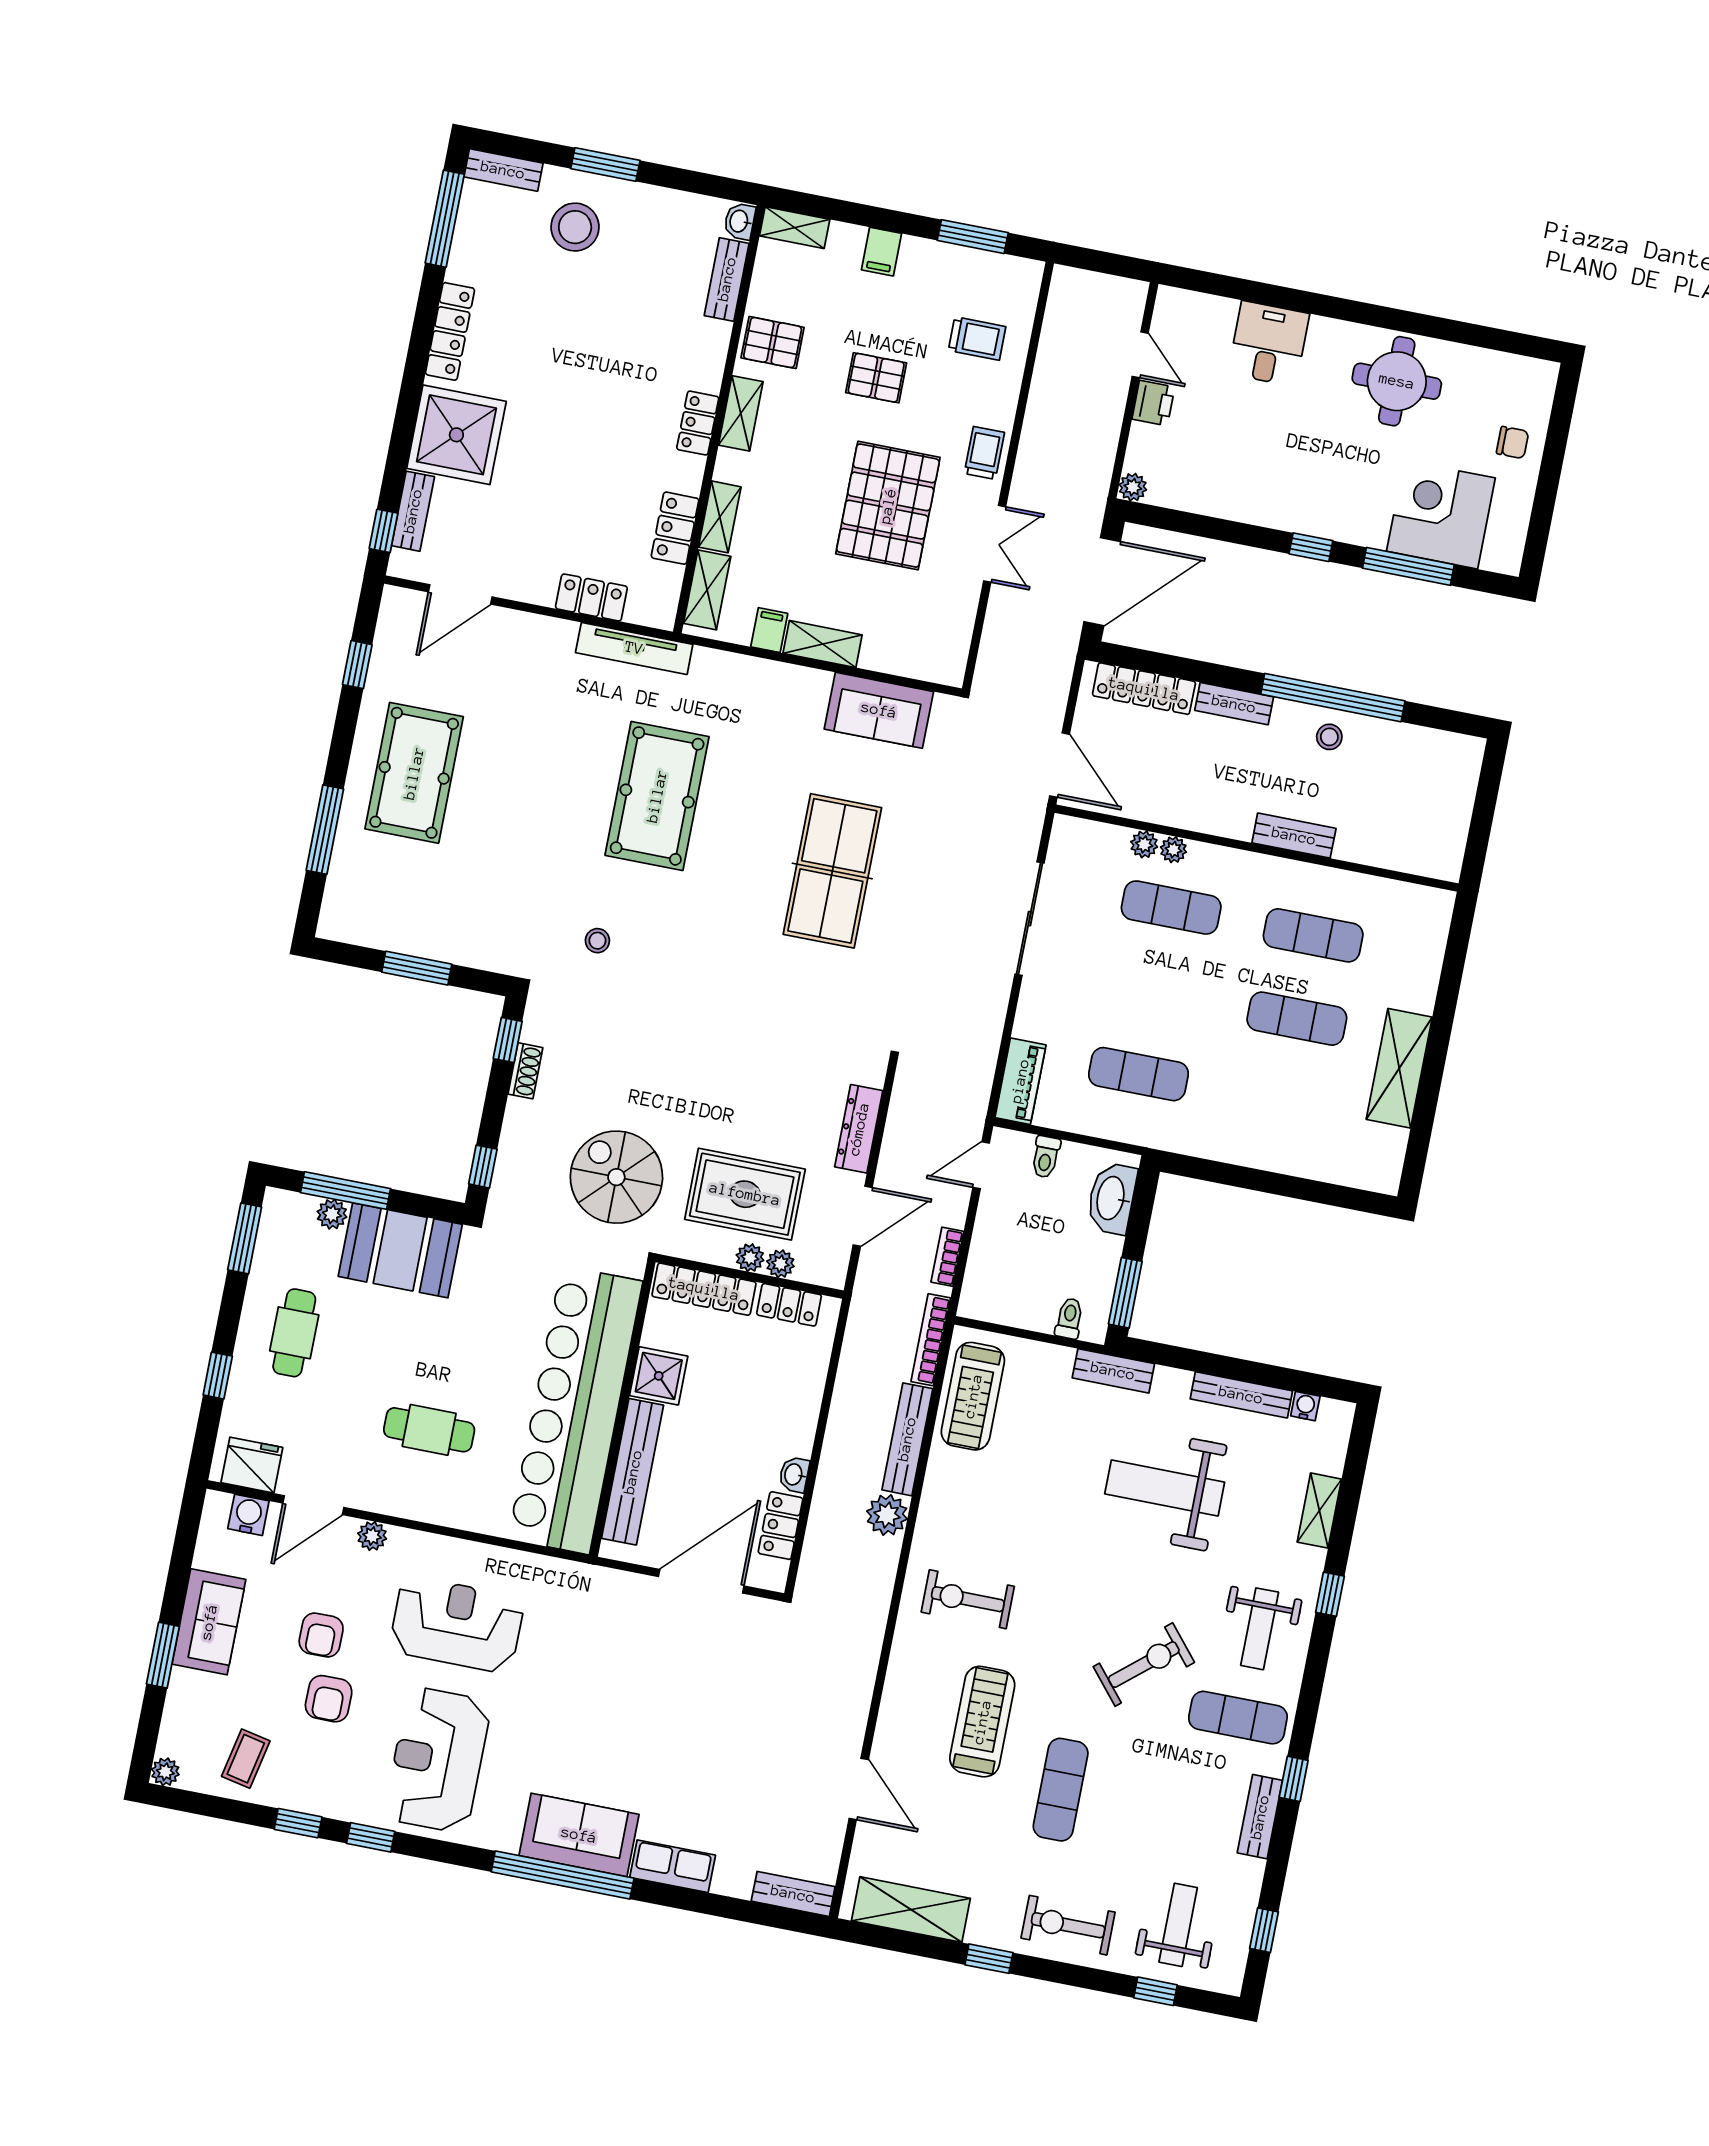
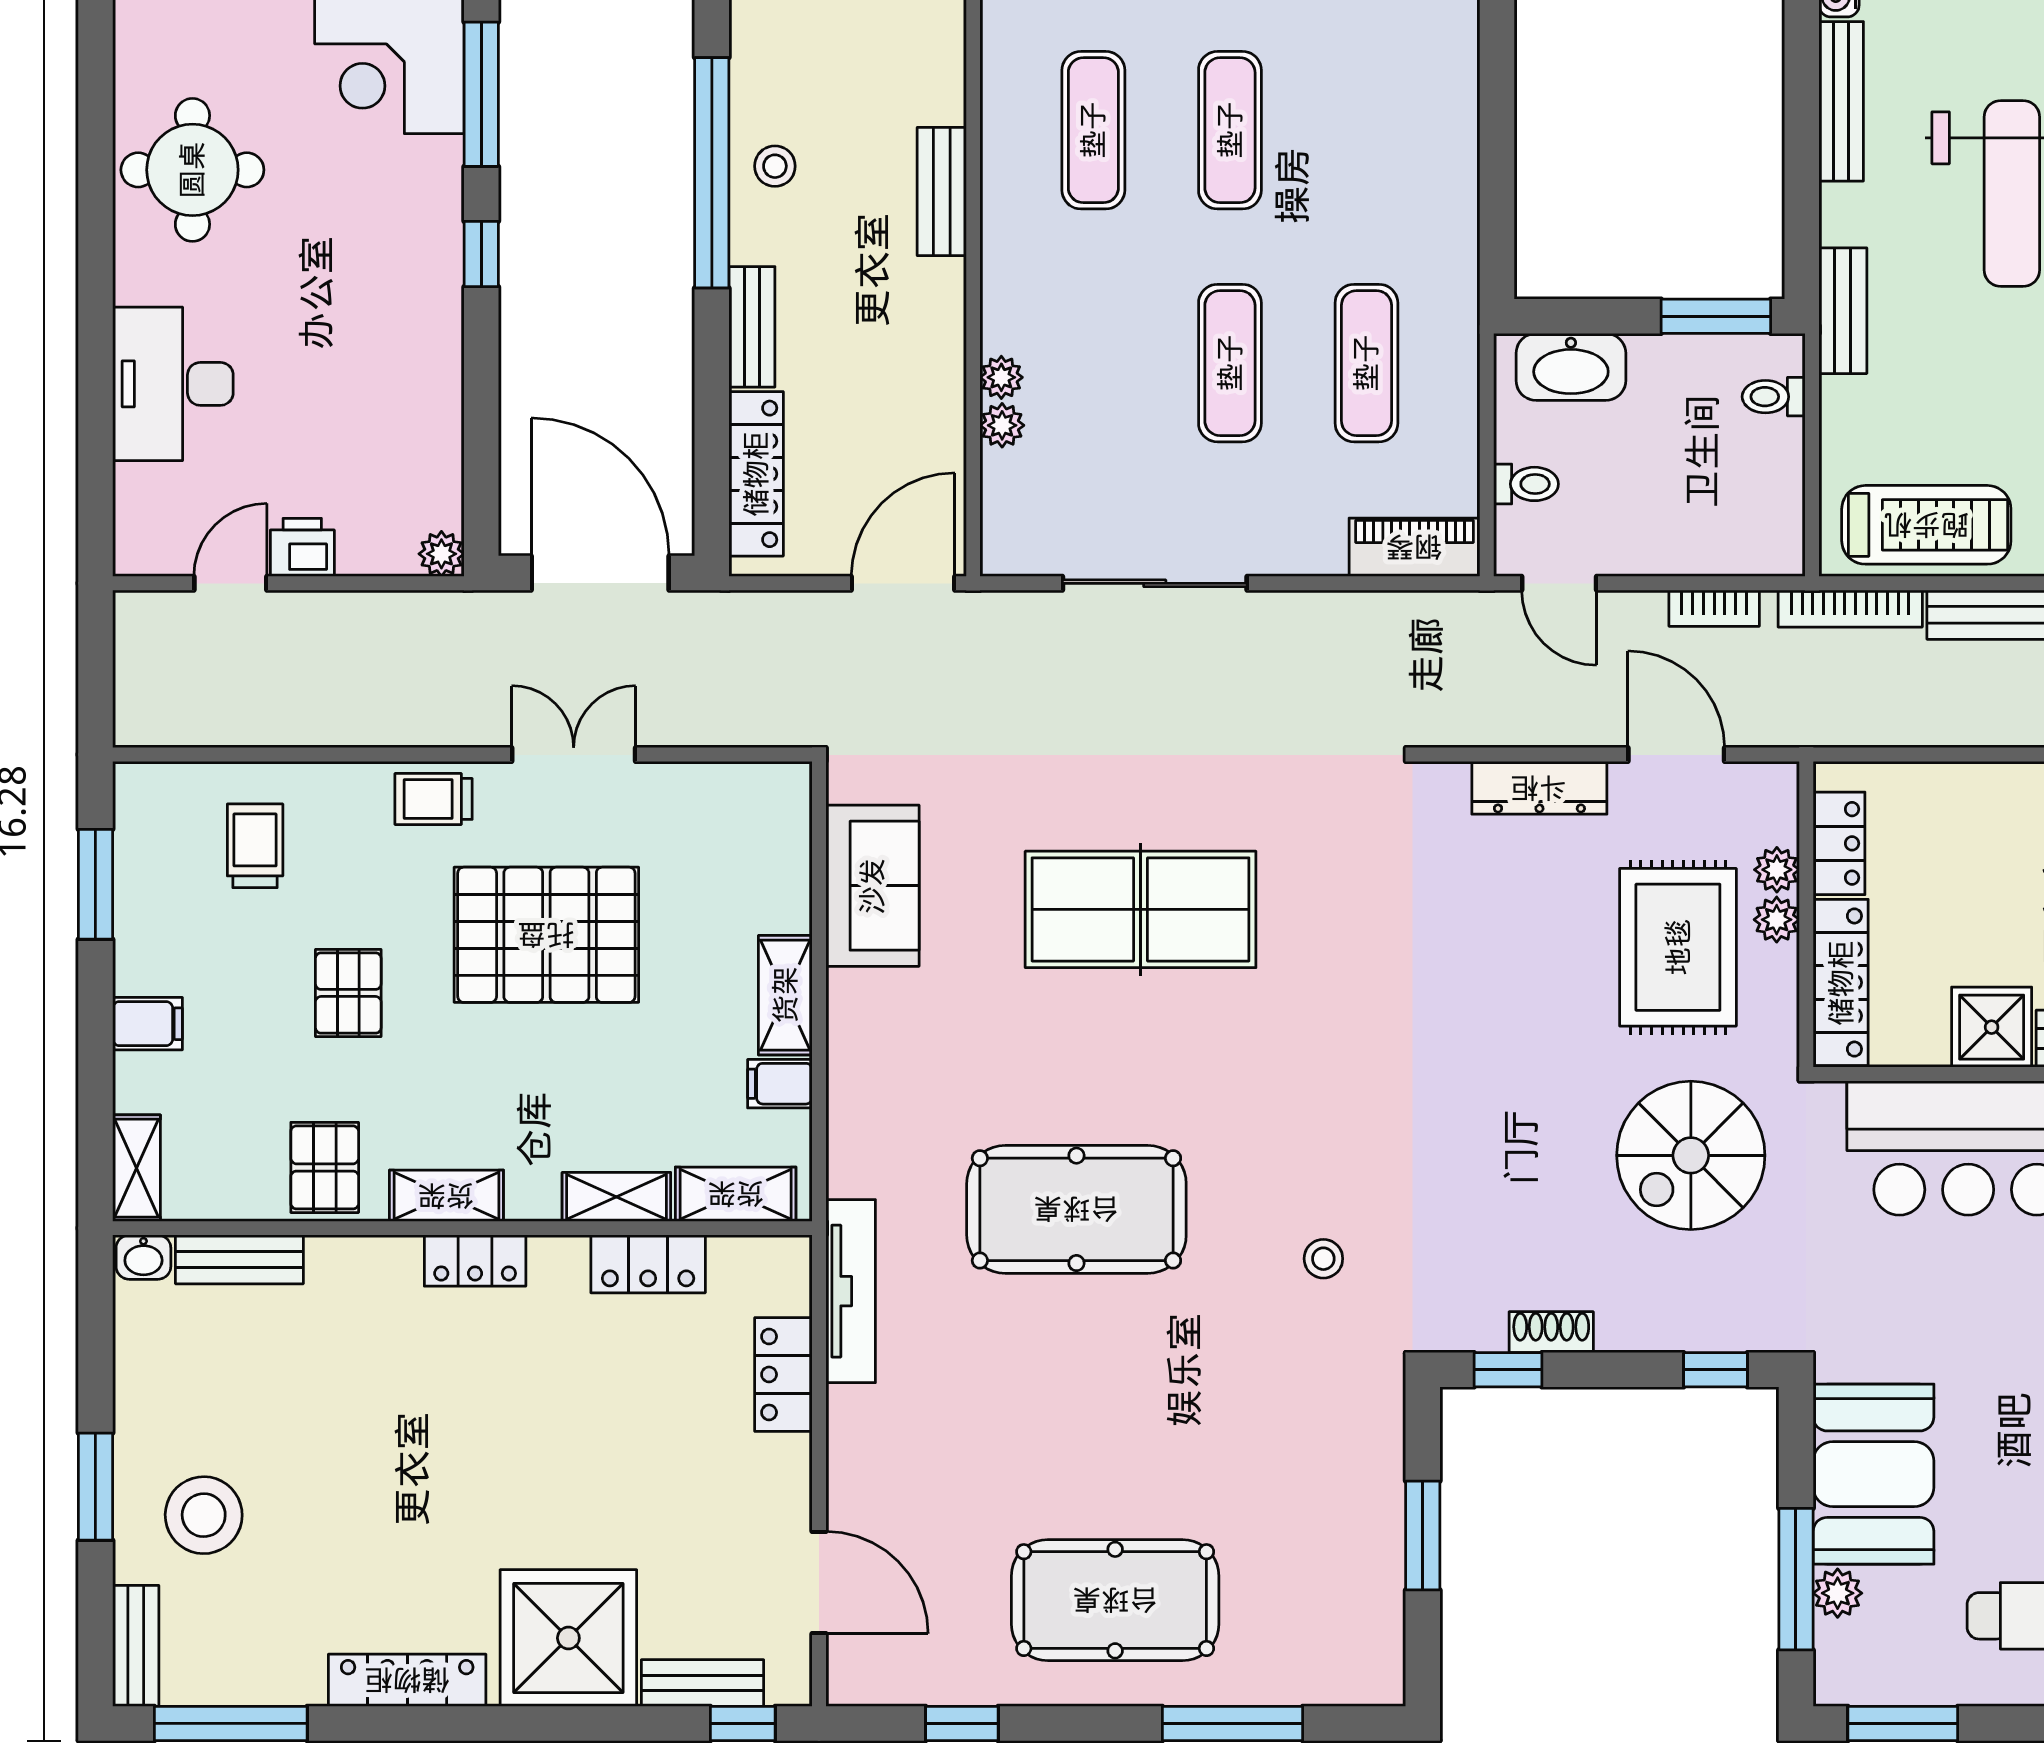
desk: (1269, 344) -> (173, 384), width x1.37
exercise mat: (1171, 908) -> (1230, 363), moved

